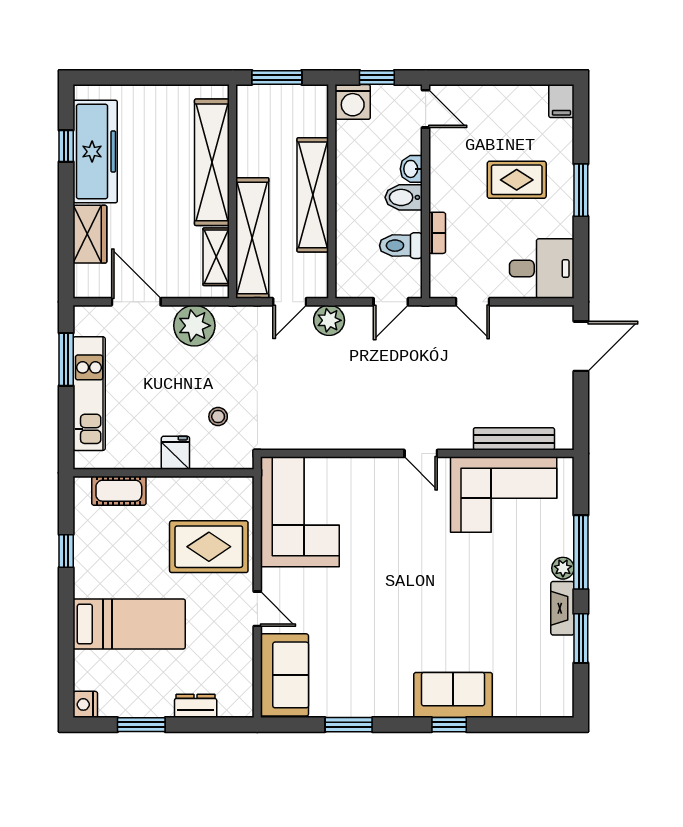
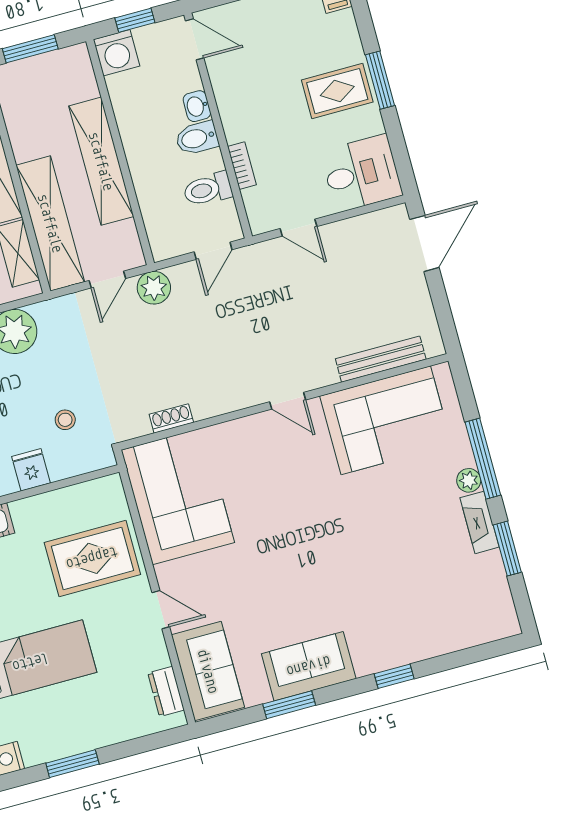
rug: (517, 180) -> (337, 91), moved
shoe rack: (313, 441) -> (171, 418), added
sofa: (453, 695) -> (309, 666), moved
dresser: (196, 706) -> (166, 691), moved, turned -90

